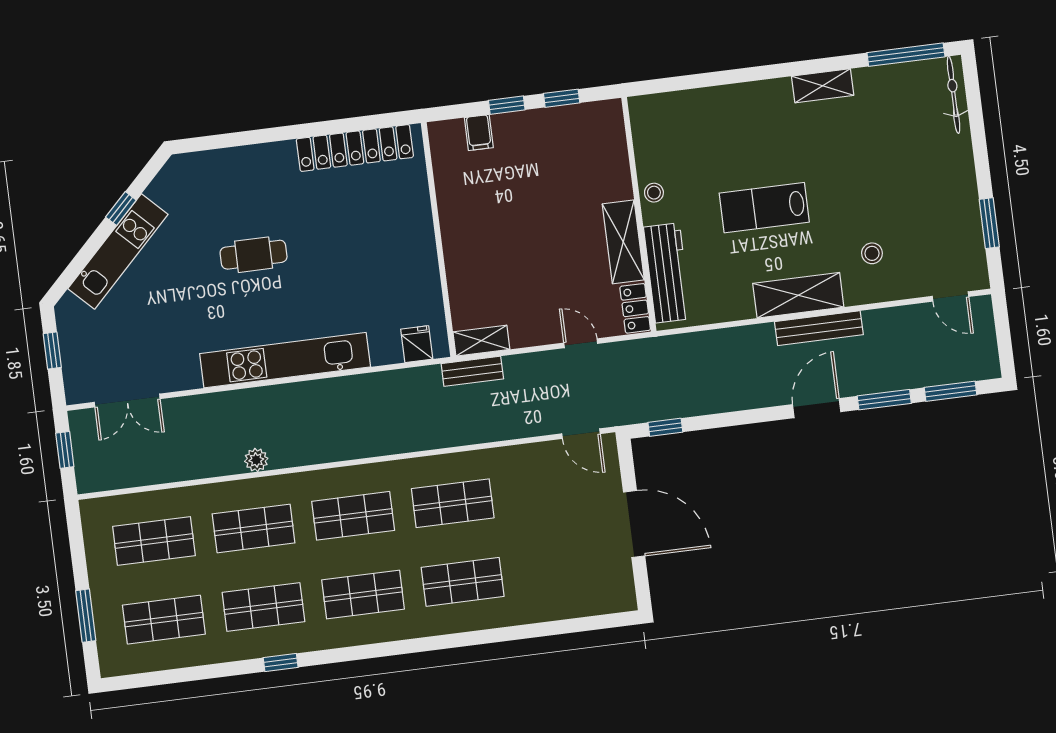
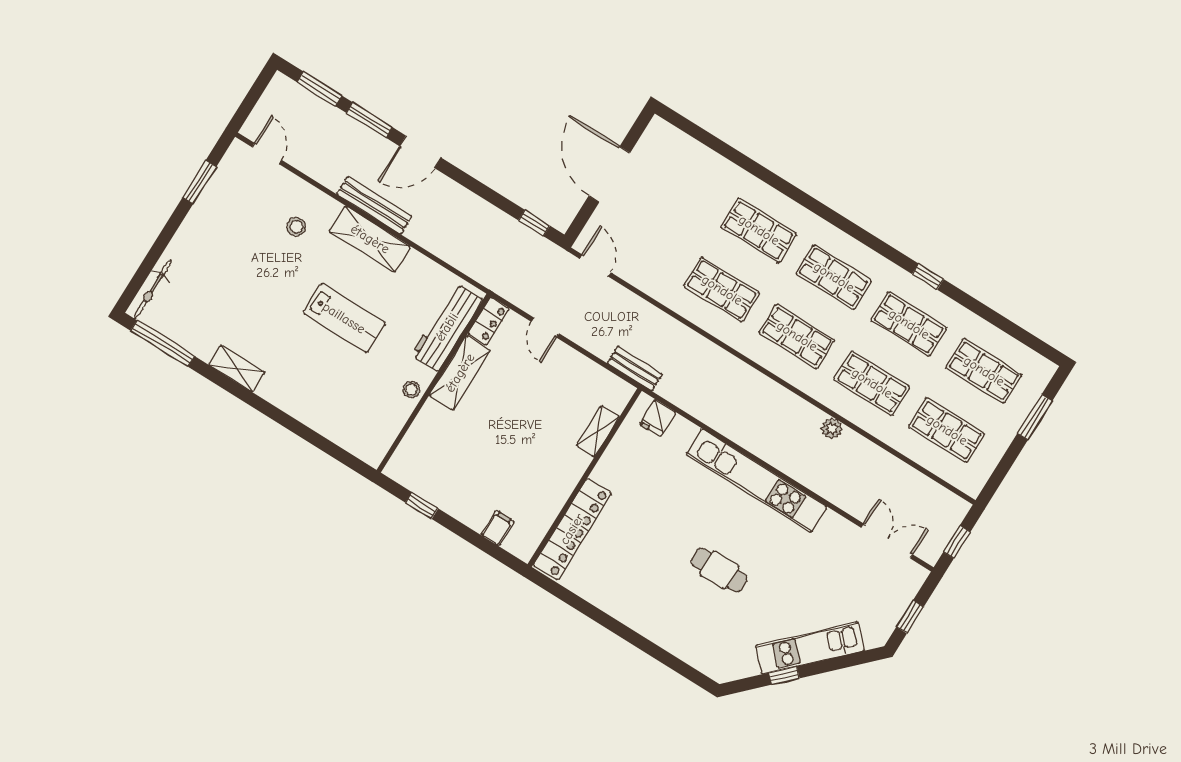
window: (507, 105) -> (463, 531), removed
locker: (355, 148) -> (572, 529), moved, turned 90
shelving: (481, 341) -> (598, 431), moved, turned 90

